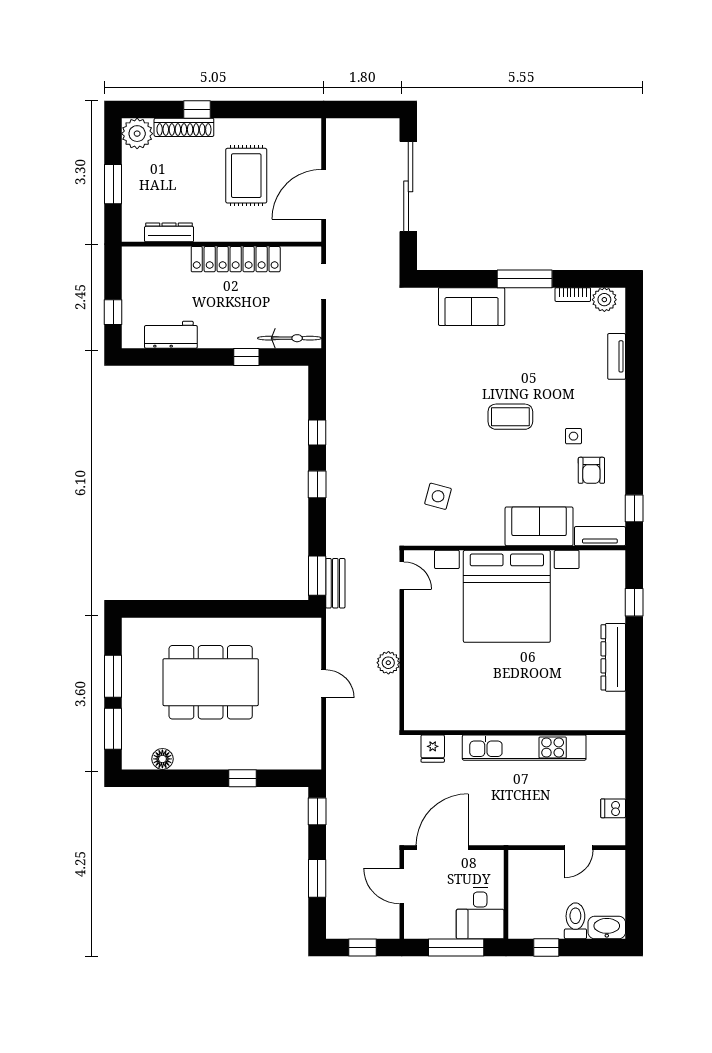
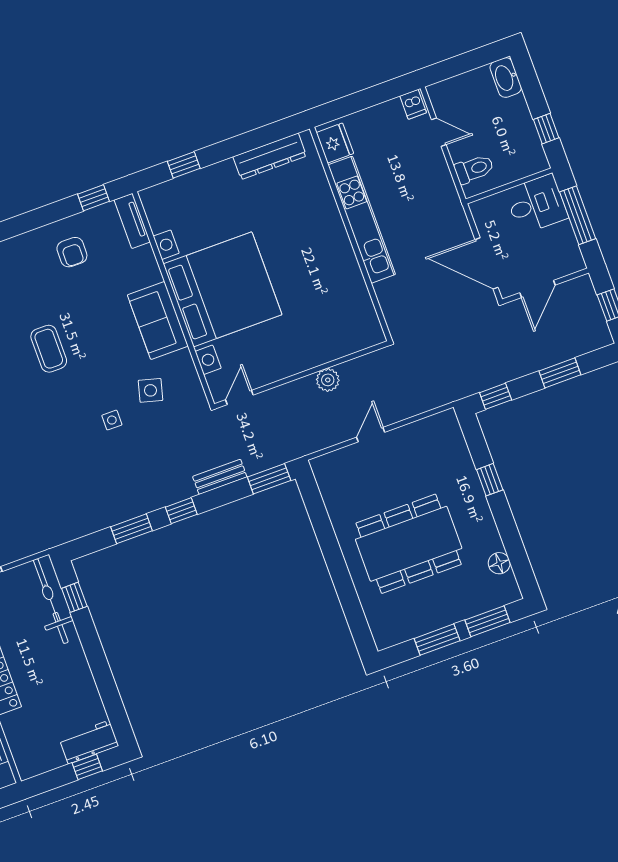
workbench: (171, 335) -> (89, 742), moved, turned 90
bicycle: (289, 338) -> (51, 601), width x1.37, depth x1.40
window: (246, 357) -> (74, 597), moved
window: (317, 433) -> (132, 529), width x1.50
side table: (573, 436) -> (112, 420), moved
armchair: (591, 470) -> (72, 252), turned 91
sofa: (539, 526) -> (158, 320), moved
bench: (335, 583) -> (220, 477), moved
dresser: (613, 657) -> (270, 156), moved
dining table: (211, 682) -> (409, 544), turned 90
fridge: (433, 749) -> (335, 143), moved, width x1.38
dishwasher: (613, 808) -> (413, 104), moved
toilet: (575, 921) -> (474, 169), moved, turned 180

